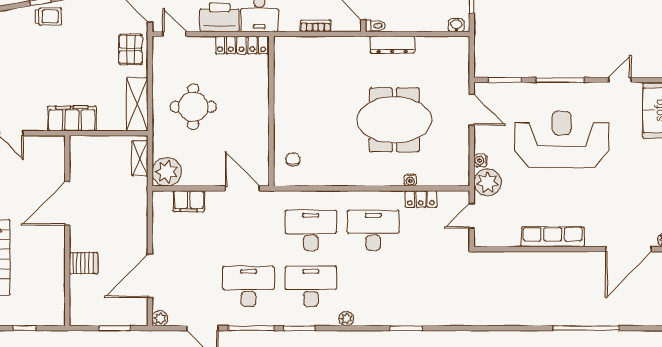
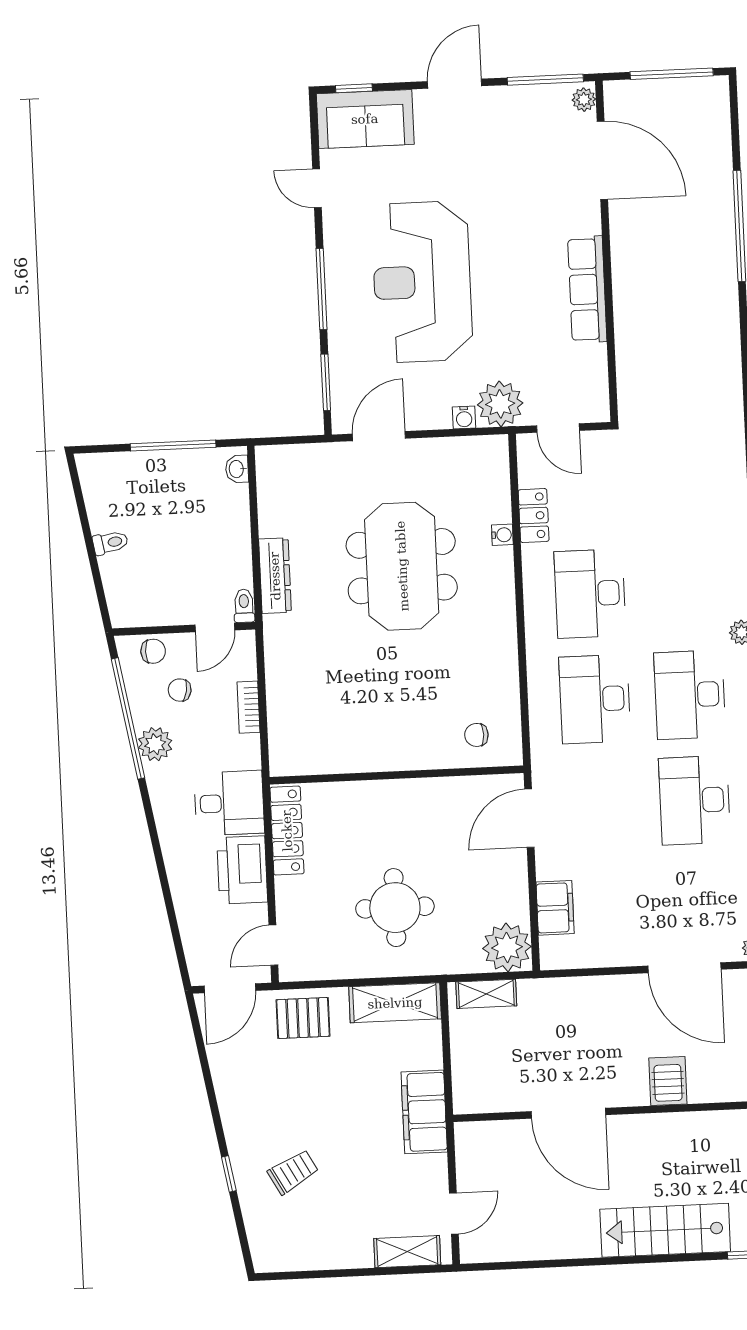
trolley: (48, 17) -> (293, 1172), moved, turned 61

